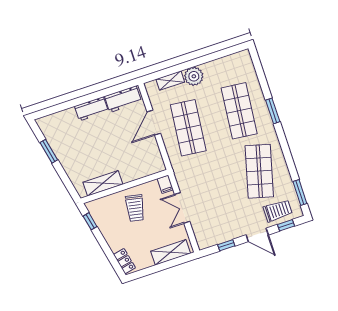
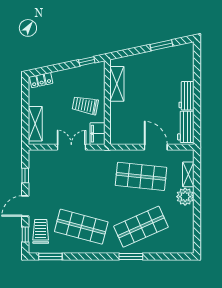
shop shelf: (239, 111) -> (141, 227), turned -30
filing cabinet: (165, 184) -> (98, 134), width x2.00
trolley: (278, 211) -> (41, 231), turned 180

